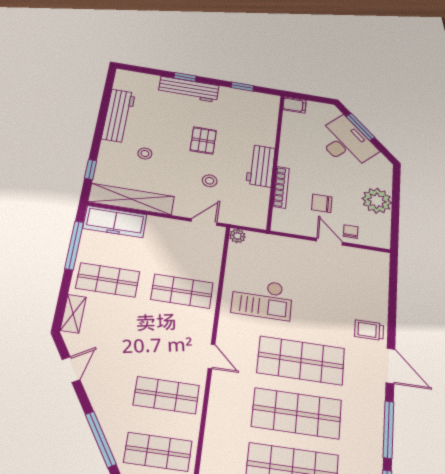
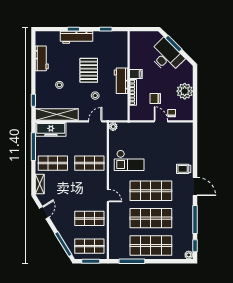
filing cabinet: (295, 105) -> (136, 74), moved
workbench: (118, 116) -> (42, 58), width x0.73
pallet: (203, 140) -> (89, 70), width x1.50, depth x1.42

